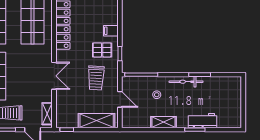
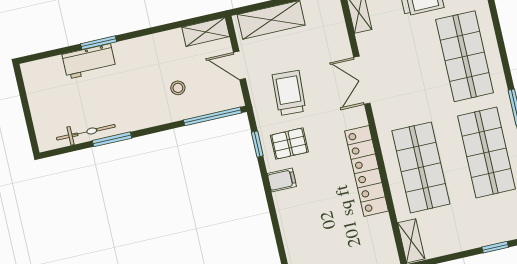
bicycle: (186, 82) -> (86, 132), moved
shelving: (163, 122) -> (206, 32), moved

